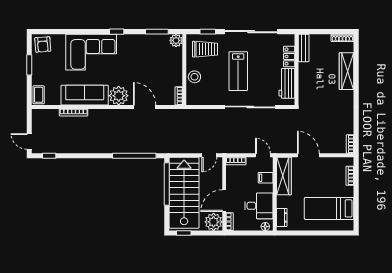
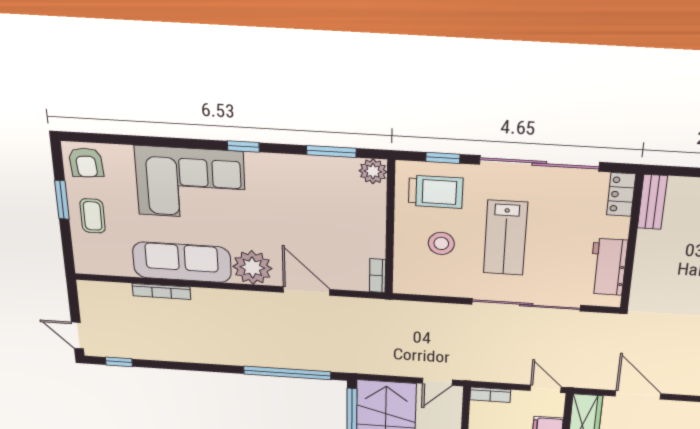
locker: (289, 56) -> (621, 194), moved
stool: (194, 77) -> (441, 243), moved
coffee table: (39, 95) -> (93, 216), moved

